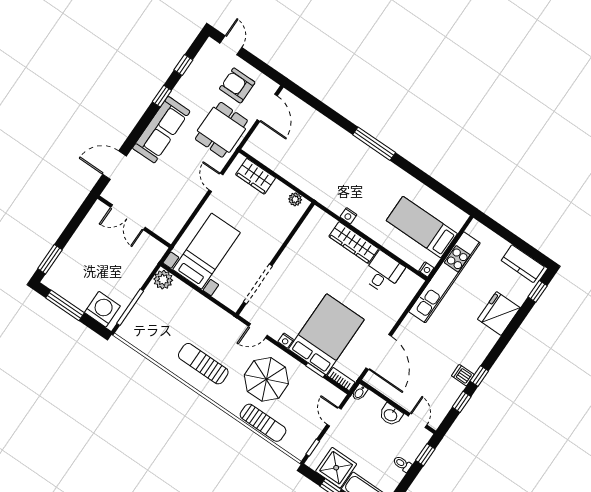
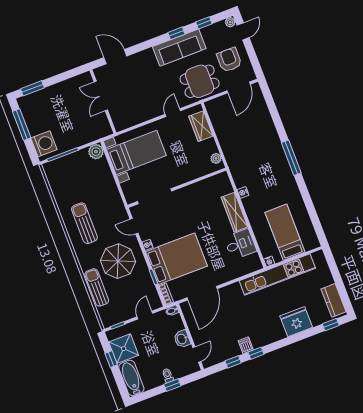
plant: (211, 45) -> (230, 22), added
sofa: (161, 130) -> (179, 48), moved
sun lounger: (263, 423) -> (97, 287), turned 180
window: (425, 455) -> (172, 385), moved

